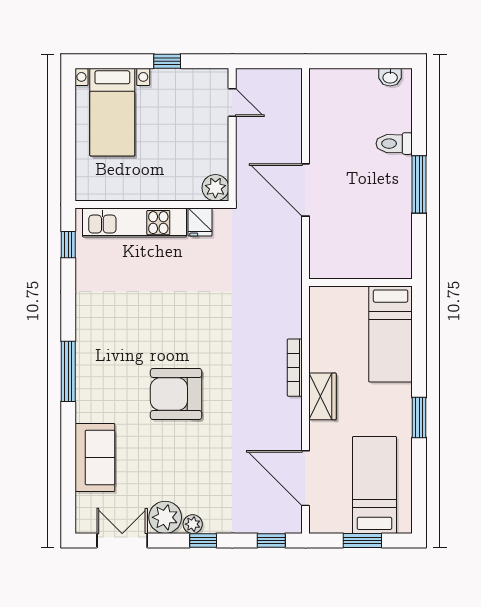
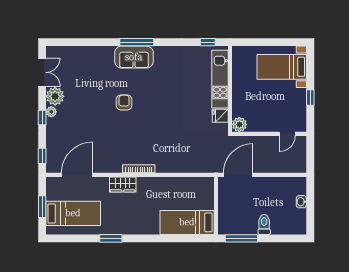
washbasin: (390, 77) -> (301, 202), moved
wall: (361, 283) -> (216, 206), moved
bed: (391, 334) -> (187, 222), moved
armchair: (176, 394) -> (124, 102), width x0.53, depth x0.53
sofa: (95, 457) -> (134, 57), moved

